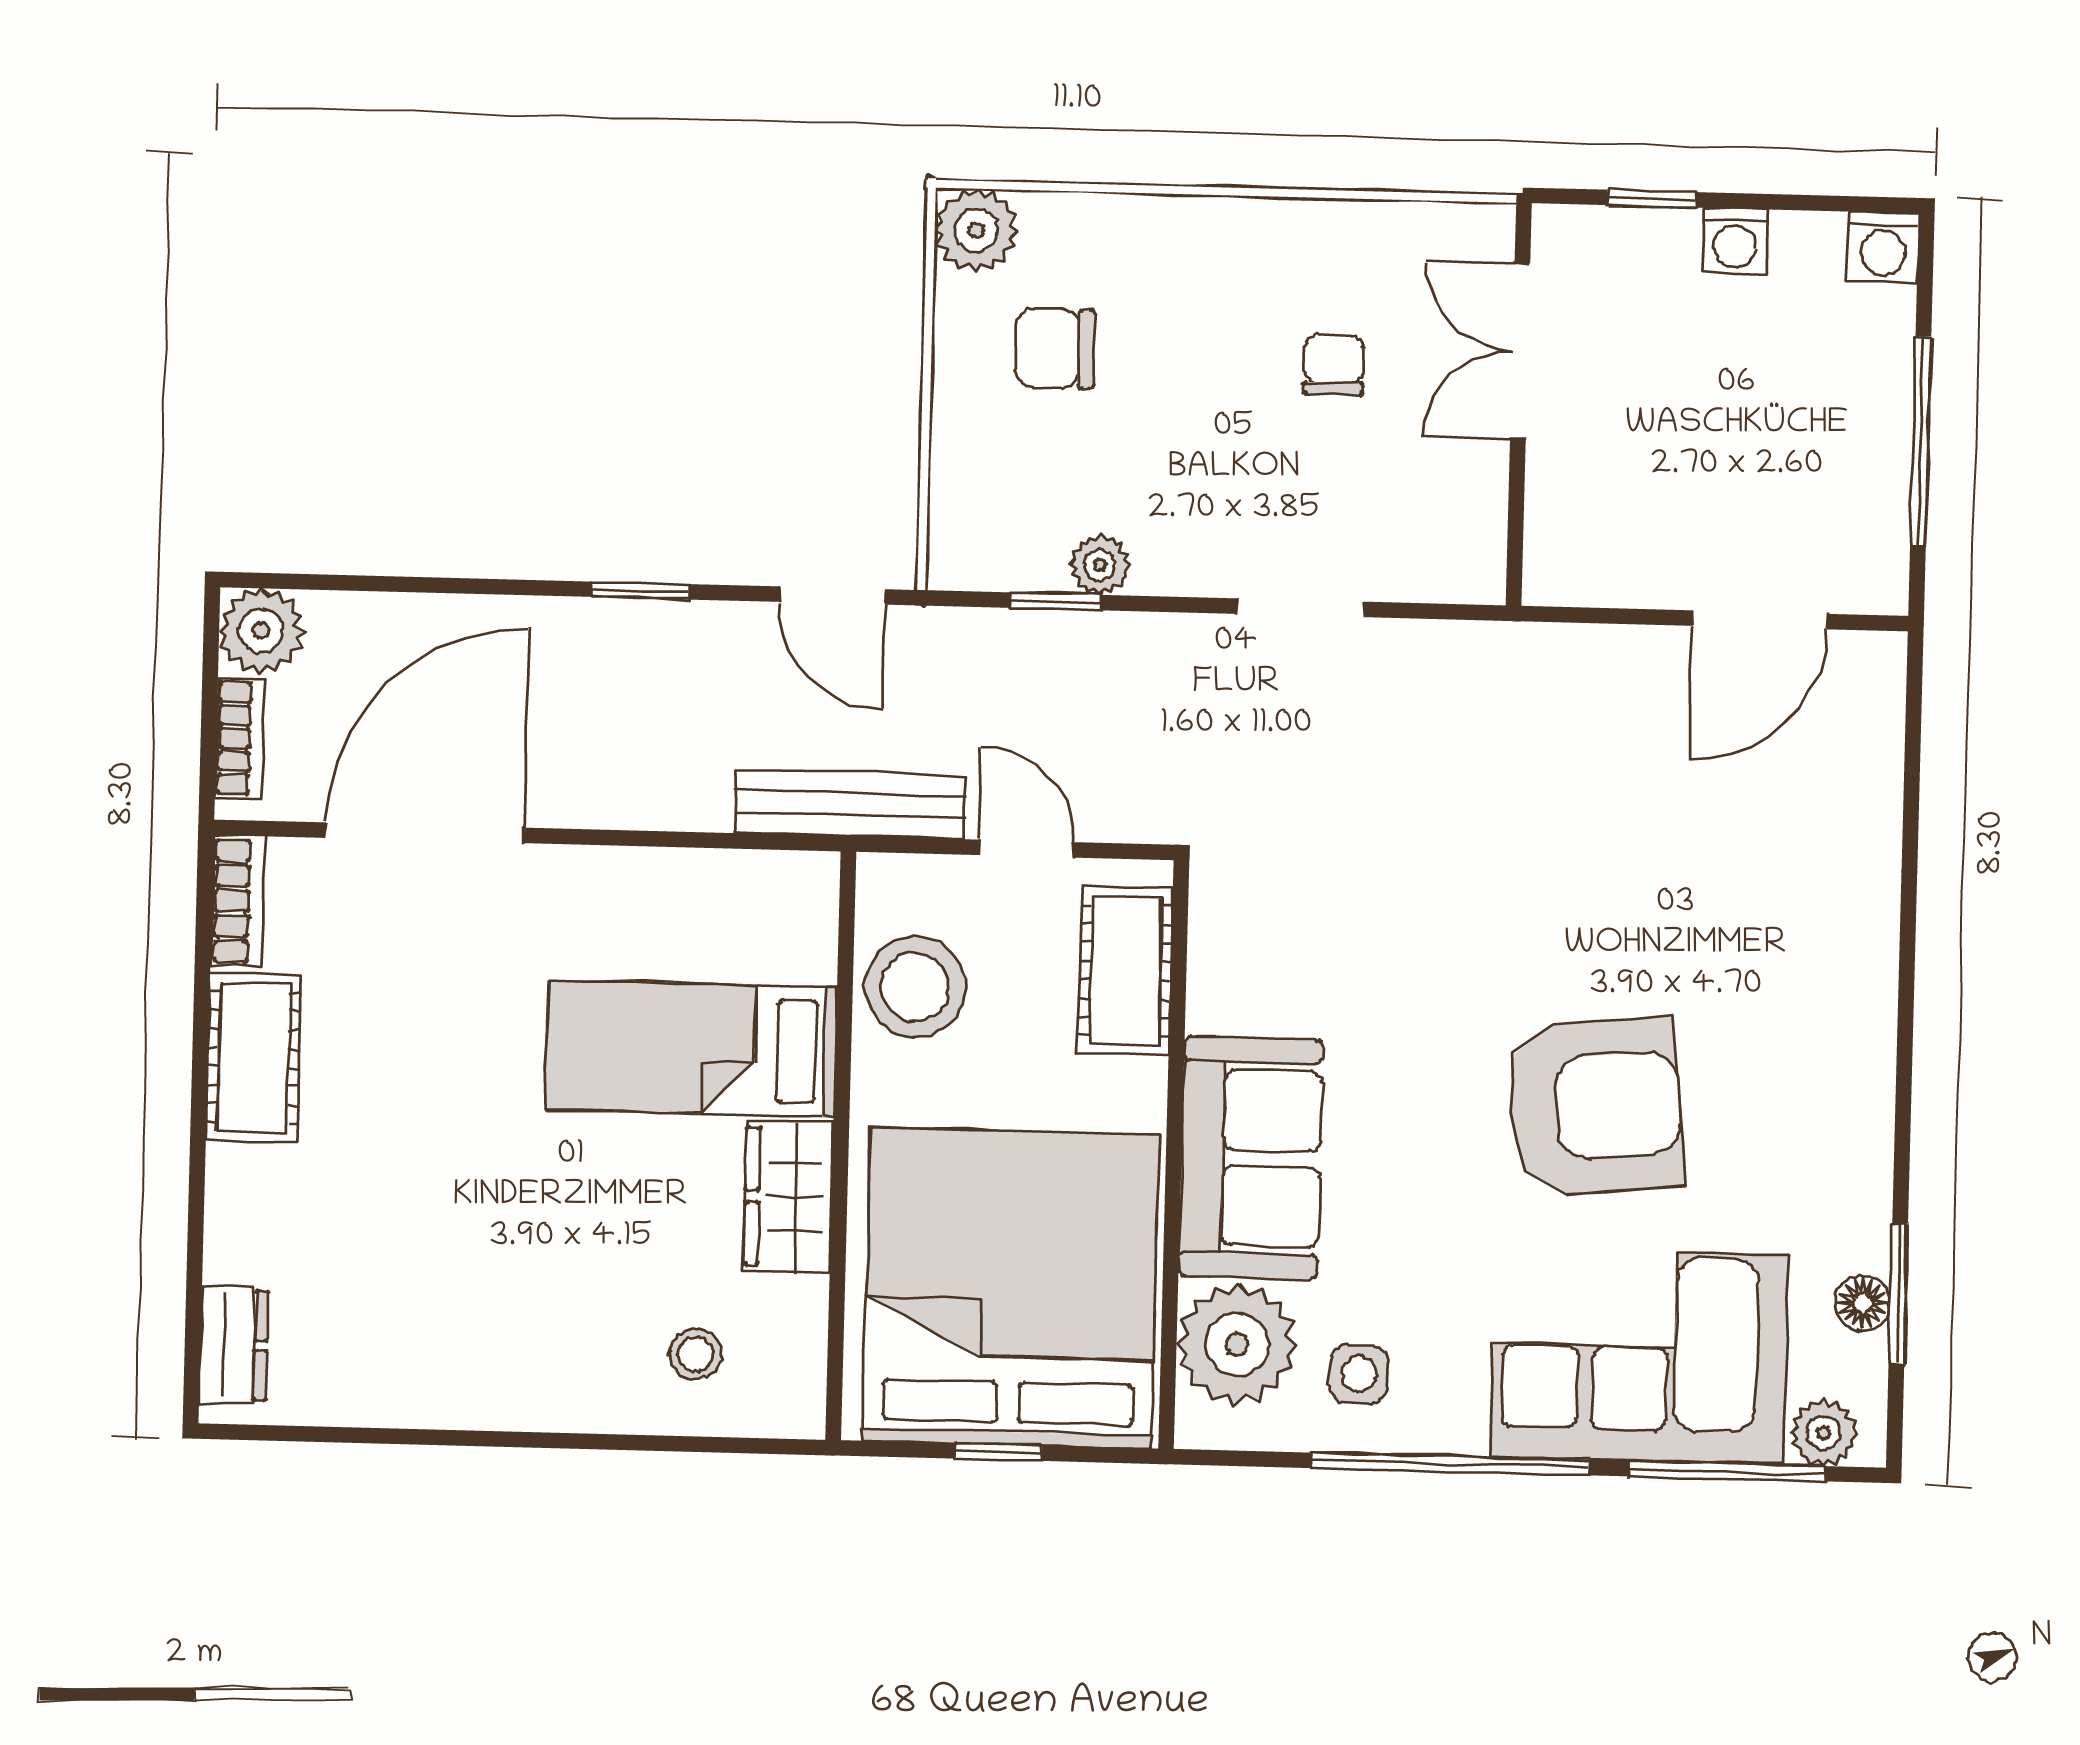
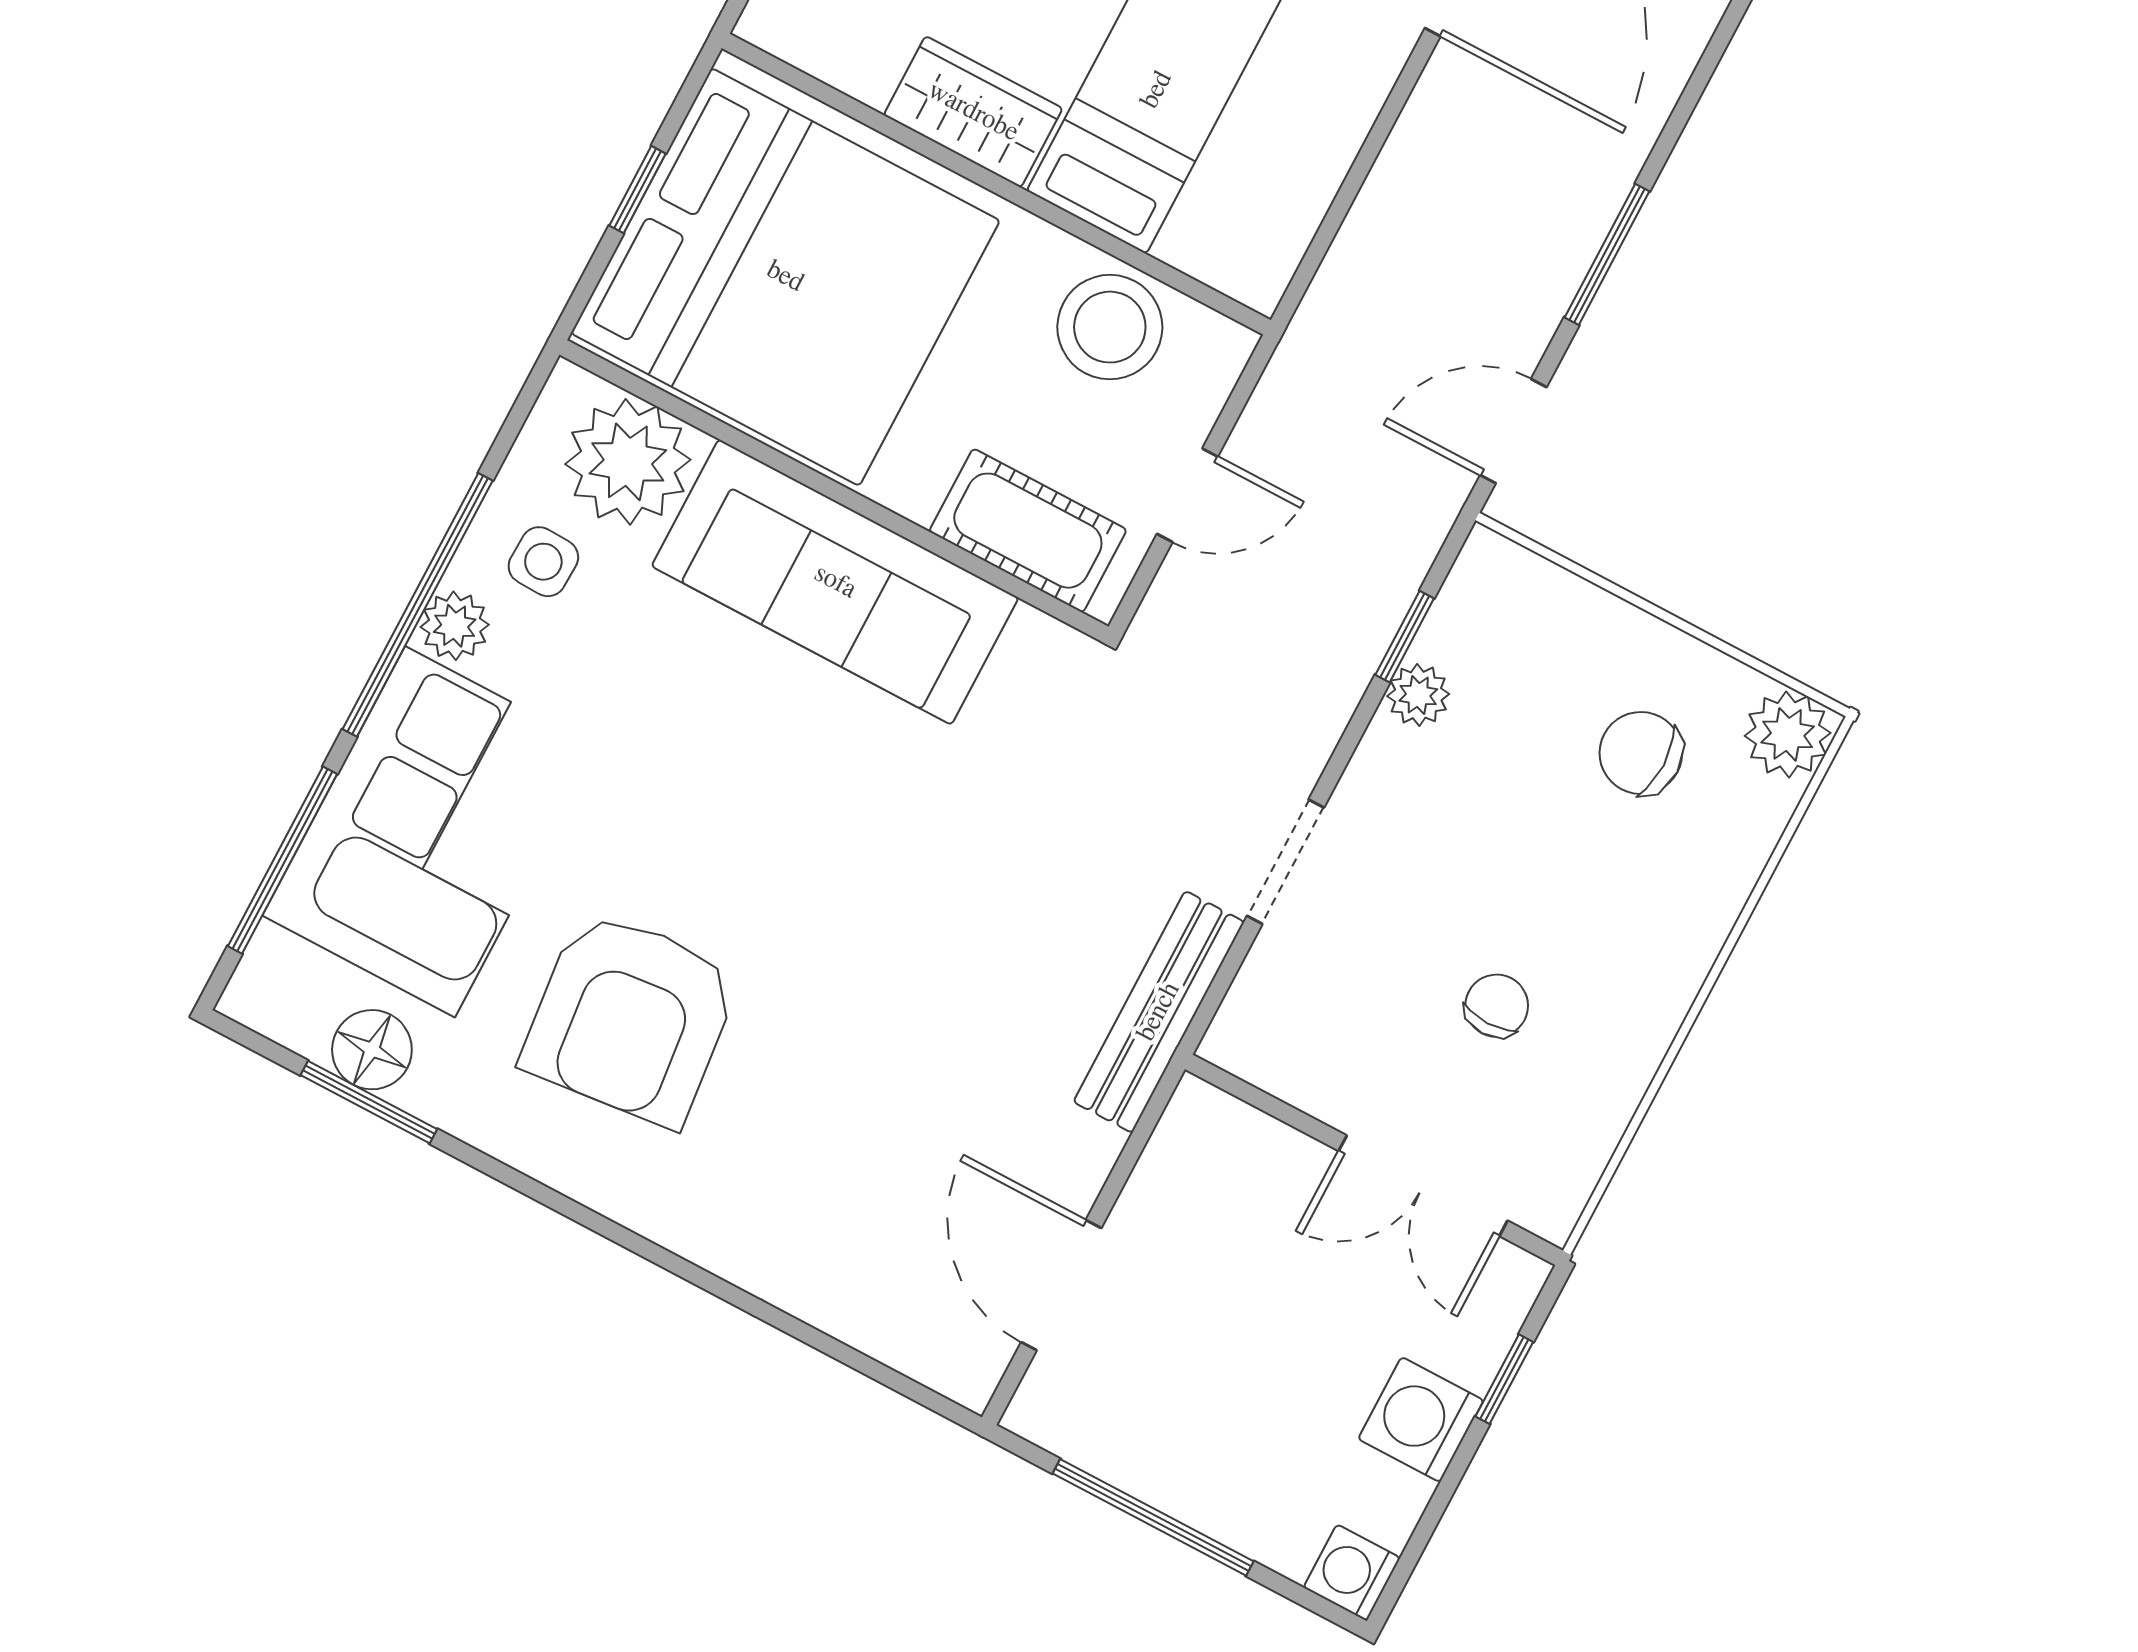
washing machine: (1735, 241) -> (1421, 1420), width x1.38, depth x1.38
chair: (1055, 348) -> (1641, 753), turned -90
double door: (1520, 351) -> (1423, 1186), swing flipped
chair: (1334, 365) -> (1497, 1006), turned -90
window: (640, 591) -> (1607, 254), width x1.50
bench: (850, 804) -> (1159, 1012), moved
armchair: (1594, 1107) -> (631, 1018), moved
sofa: (1251, 1158) -> (835, 582), width x1.36
floor lamp: (1862, 1303) -> (372, 1050), width x1.37, depth x1.37
plant: (1824, 1433) -> (455, 626), moved

